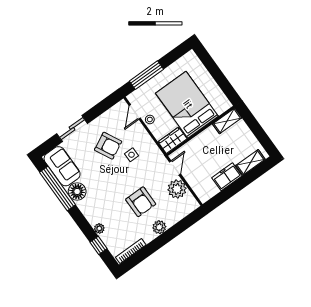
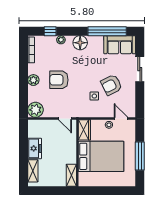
window: (146, 75) -> (140, 156), moved
plant: (177, 189) -> (35, 110), moved
floor lamp: (77, 191) -> (80, 43), moved

